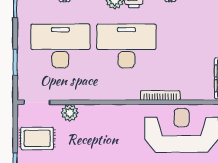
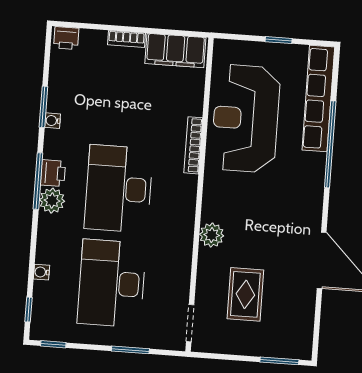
plant: (70, 113) -> (212, 235), moved
rug: (37, 138) -> (245, 294), moved

